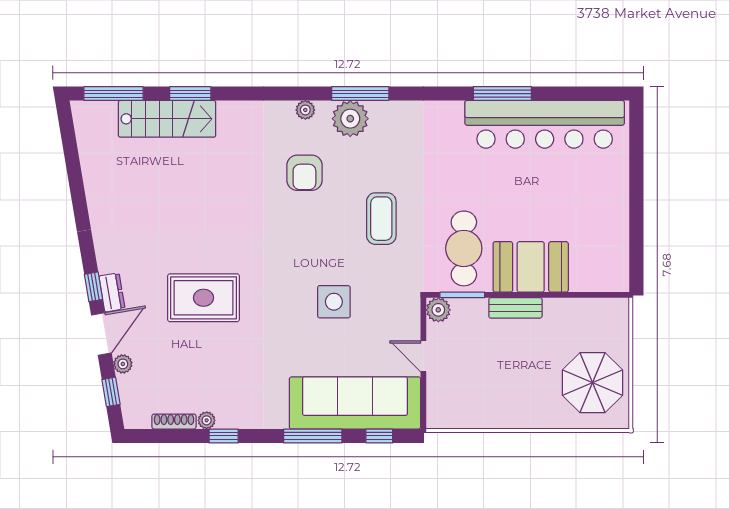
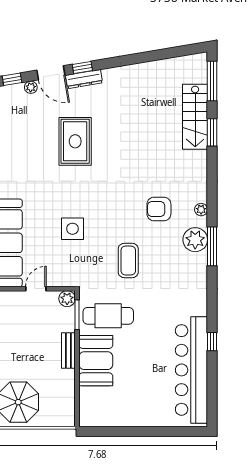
window: (502, 94) -> (212, 342), width x0.46
coffee table: (381, 219) -> (128, 260), turned 90
dresser: (112, 292) -> (84, 79), width x1.44

